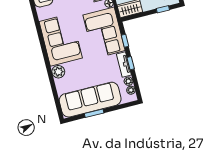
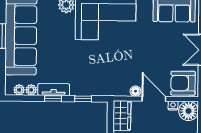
corner sofa: (104, 33) -> (100, 75), removed

